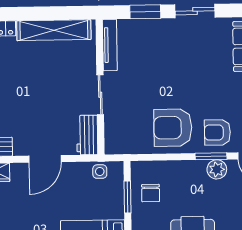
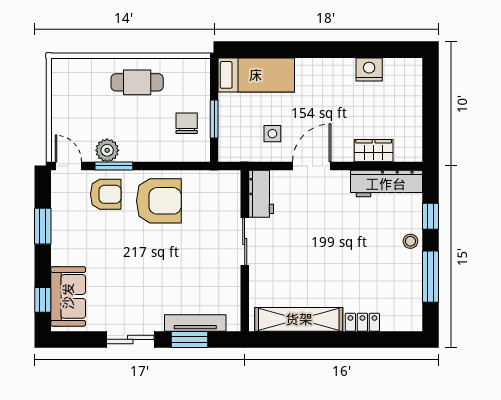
tv unit: (110, 45) -> (195, 323), moved, turned 90
side table: (100, 172) -> (272, 134), moved

